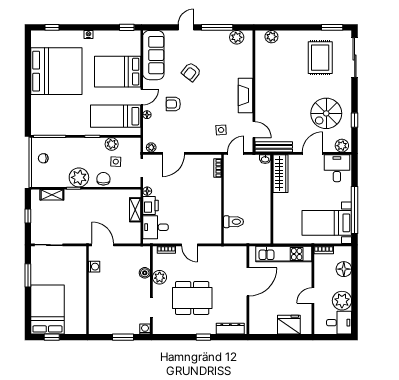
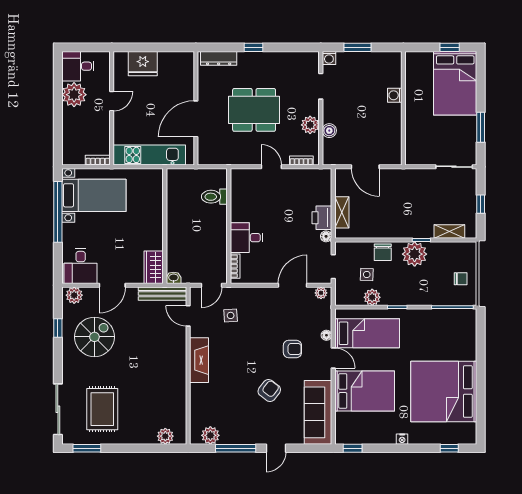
door: (142, 97) -> (333, 358), swing flipped
wardrobe: (280, 174) -> (154, 267), width x0.67
desk: (155, 227) -> (246, 238), moved, turned 180
door: (103, 245) -> (365, 167), moved
washing machine: (94, 267) -> (395, 95), moved
floor lamp: (344, 269) -> (72, 135), removed
dining table: (192, 298) -> (254, 110), moved

